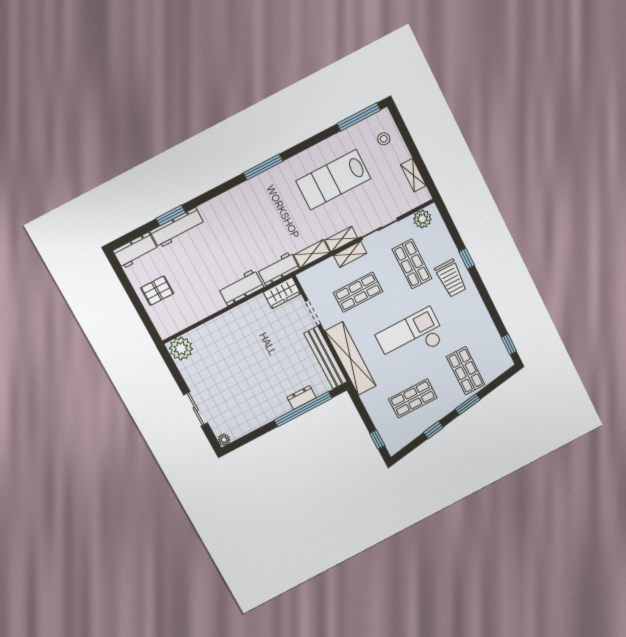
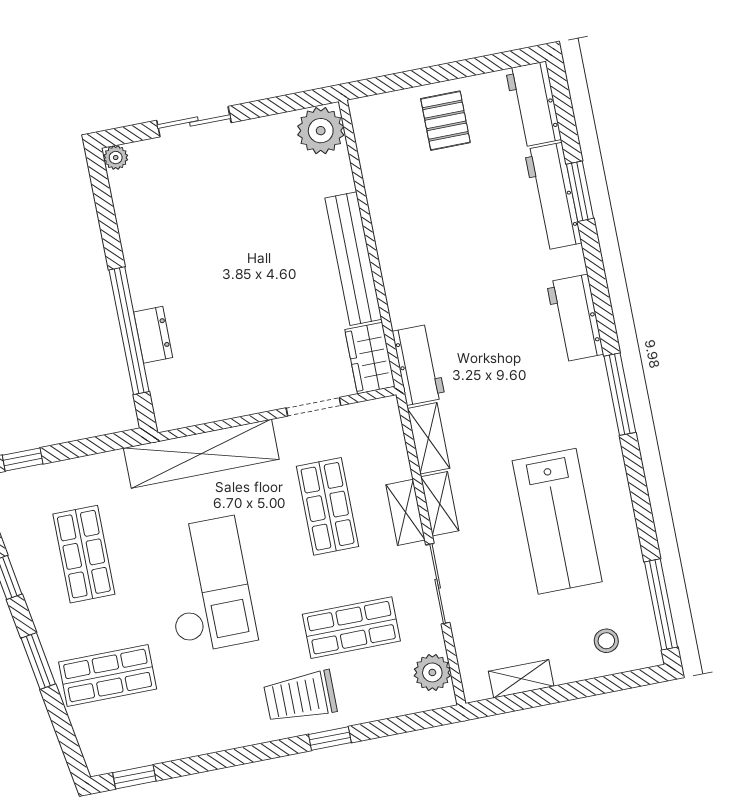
lab bench: (333, 180) -> (557, 521), turned 180
workbench: (241, 287) -> (575, 318), moved, turned 180
bench: (325, 358) -> (353, 259), moved, turned 90

